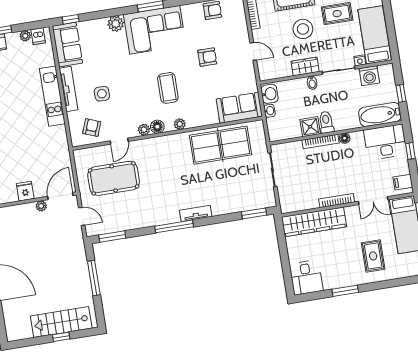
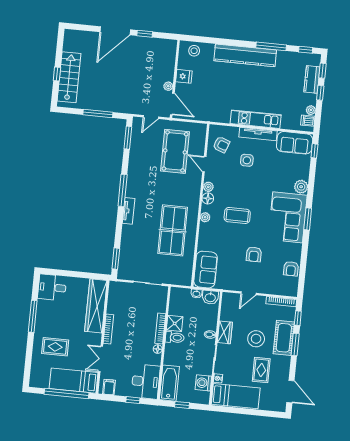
table tennis table: (220, 145) -> (173, 230), moved
window: (345, 291) -> (33, 316), width x1.44

